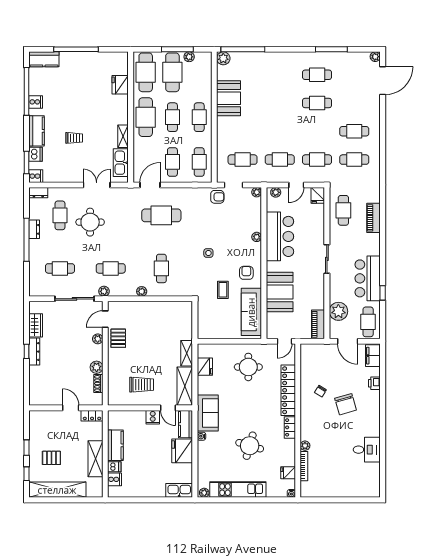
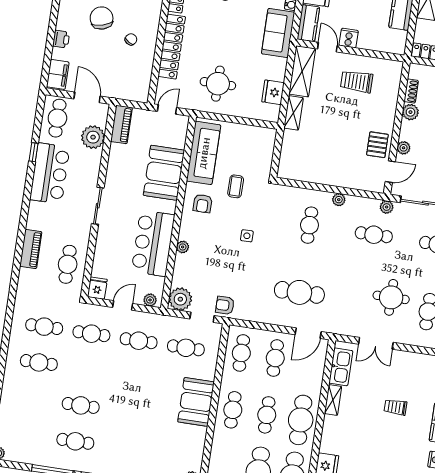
booth: (228, 98) -> (196, 402), moved
plant: (257, 192) -> (180, 299), width x1.88, depth x1.88

